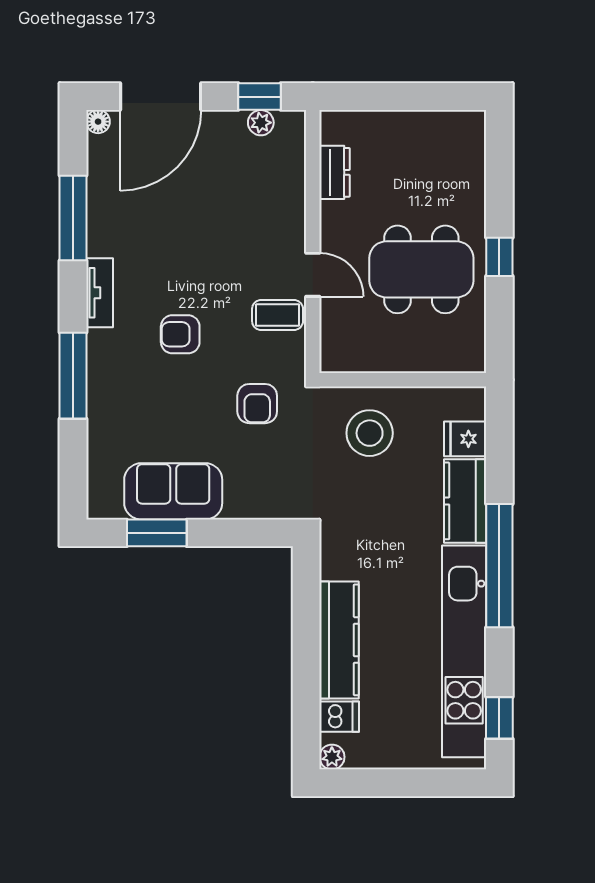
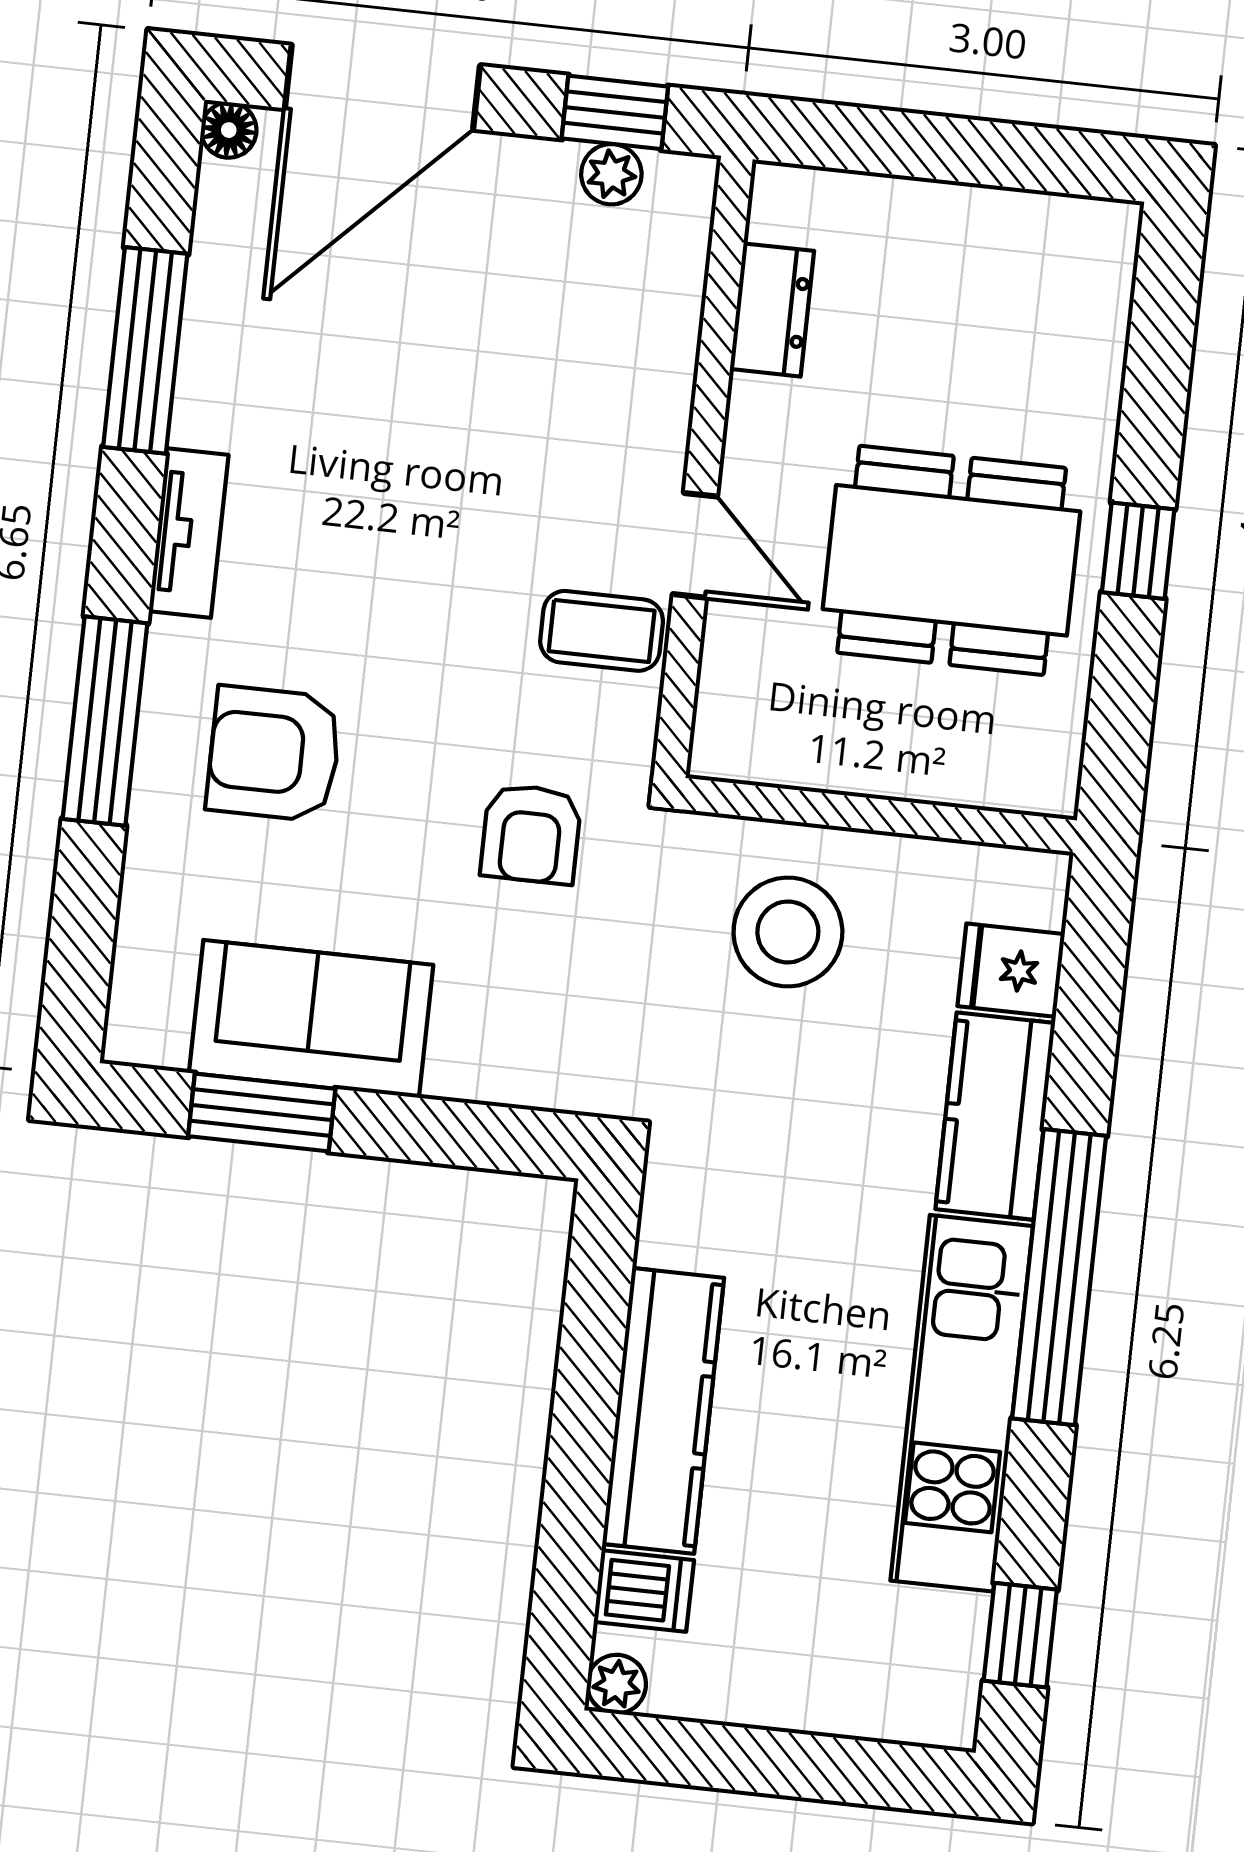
armchair: (180, 334) -> (274, 754), moved, width x1.38, depth x1.38
kitchen unit: (464, 651) -> (962, 1403), width x0.73

